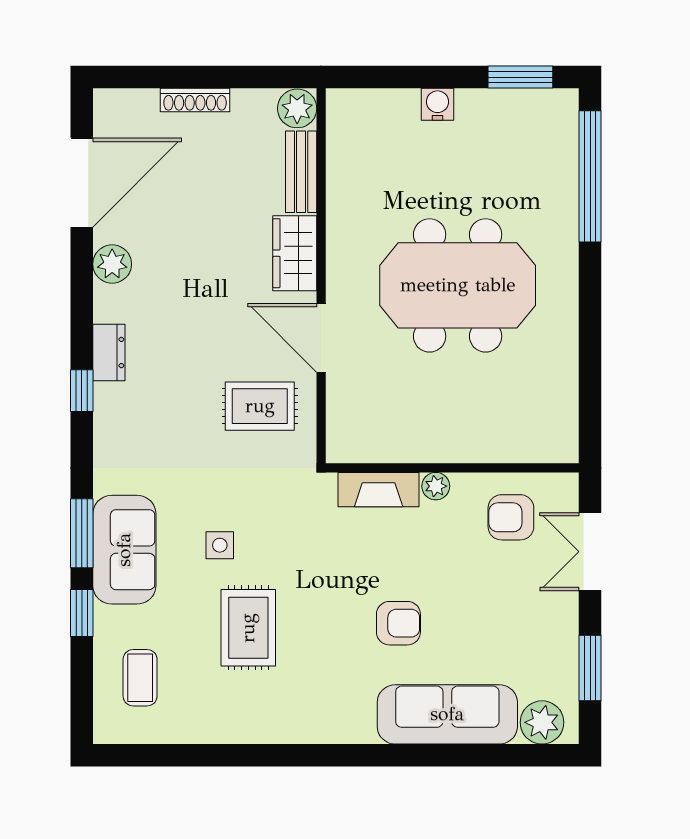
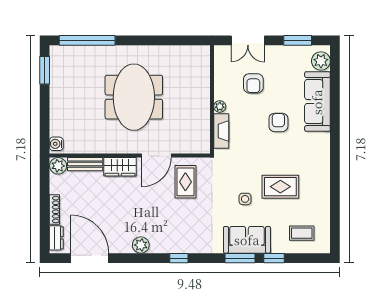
water cooler: (437, 104) -> (56, 144), moved
plant: (112, 264) -> (141, 245), moved
dresser: (109, 353) -> (56, 238), moved, turned 90
armchair: (511, 517) -> (253, 83), moved

